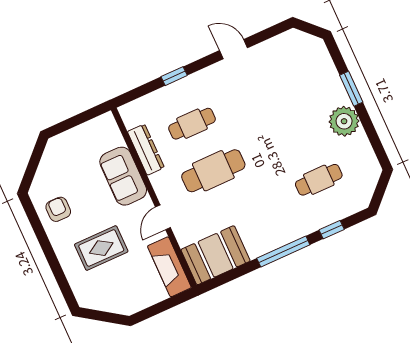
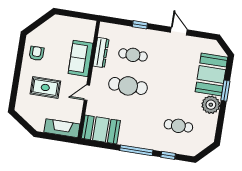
booth: (318, 79) -> (211, 75), added
fireplace: (169, 267) -> (62, 128), moved, turned 90

